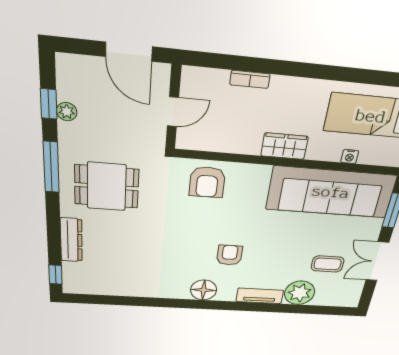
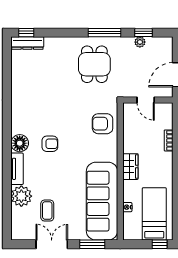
dresser: (71, 240) -> (27, 43), moved
floor lamp: (204, 290) -> (20, 143), moved

